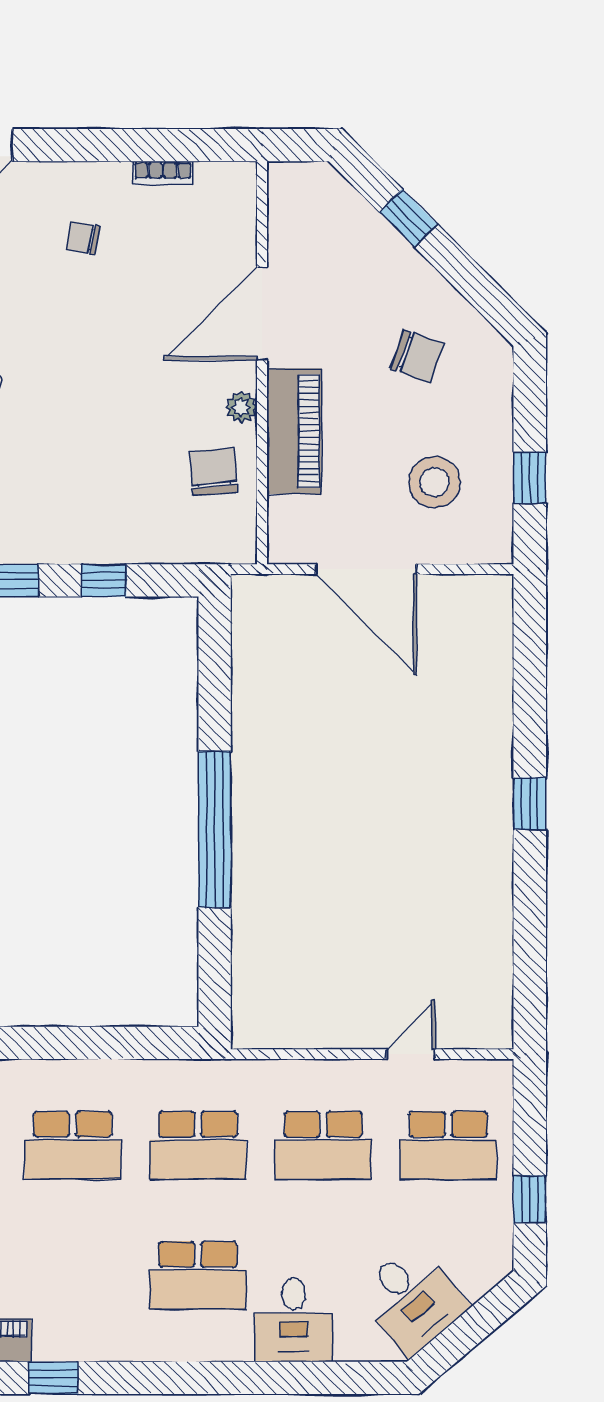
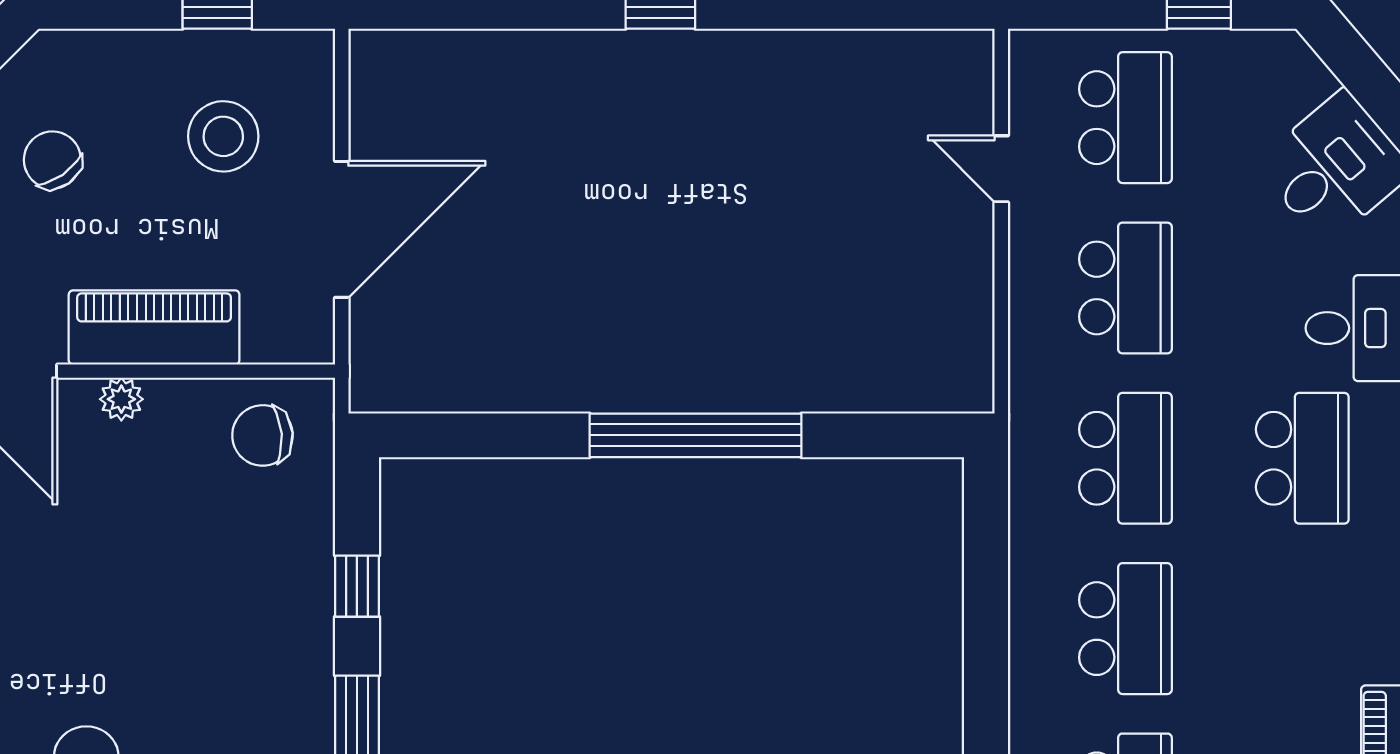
chair: (417, 356) -> (52, 160), turned -55
chair: (213, 472) -> (262, 435), moved

